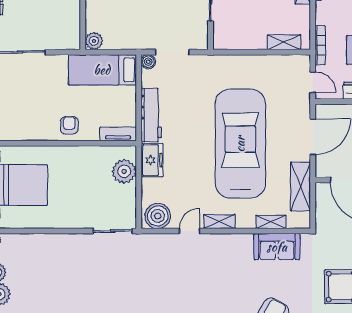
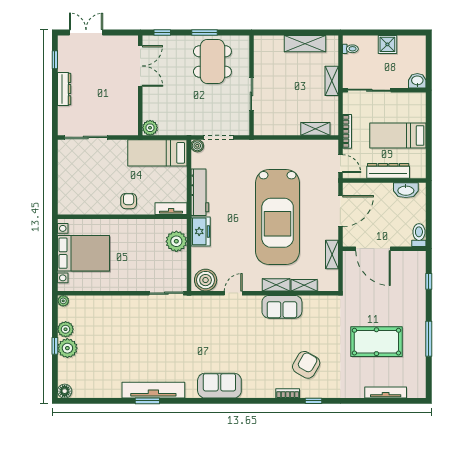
car: (240, 144) -> (278, 217), turned 180
shelving: (300, 187) -> (332, 254), width x0.67, depth x0.75
shelving: (219, 221) -> (276, 285), moved
sofa: (277, 247) -> (282, 307), moved

